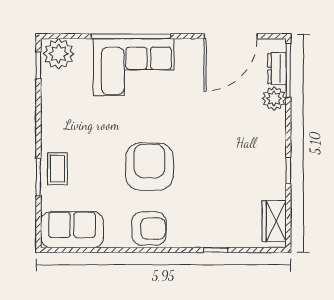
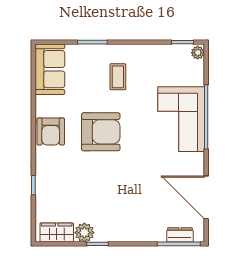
plant: (59, 54) -> (198, 53), width x0.53, depth x0.53
plant: (274, 98) -> (84, 233), moved
coffee table: (58, 169) -> (118, 77), moved, turned 90

